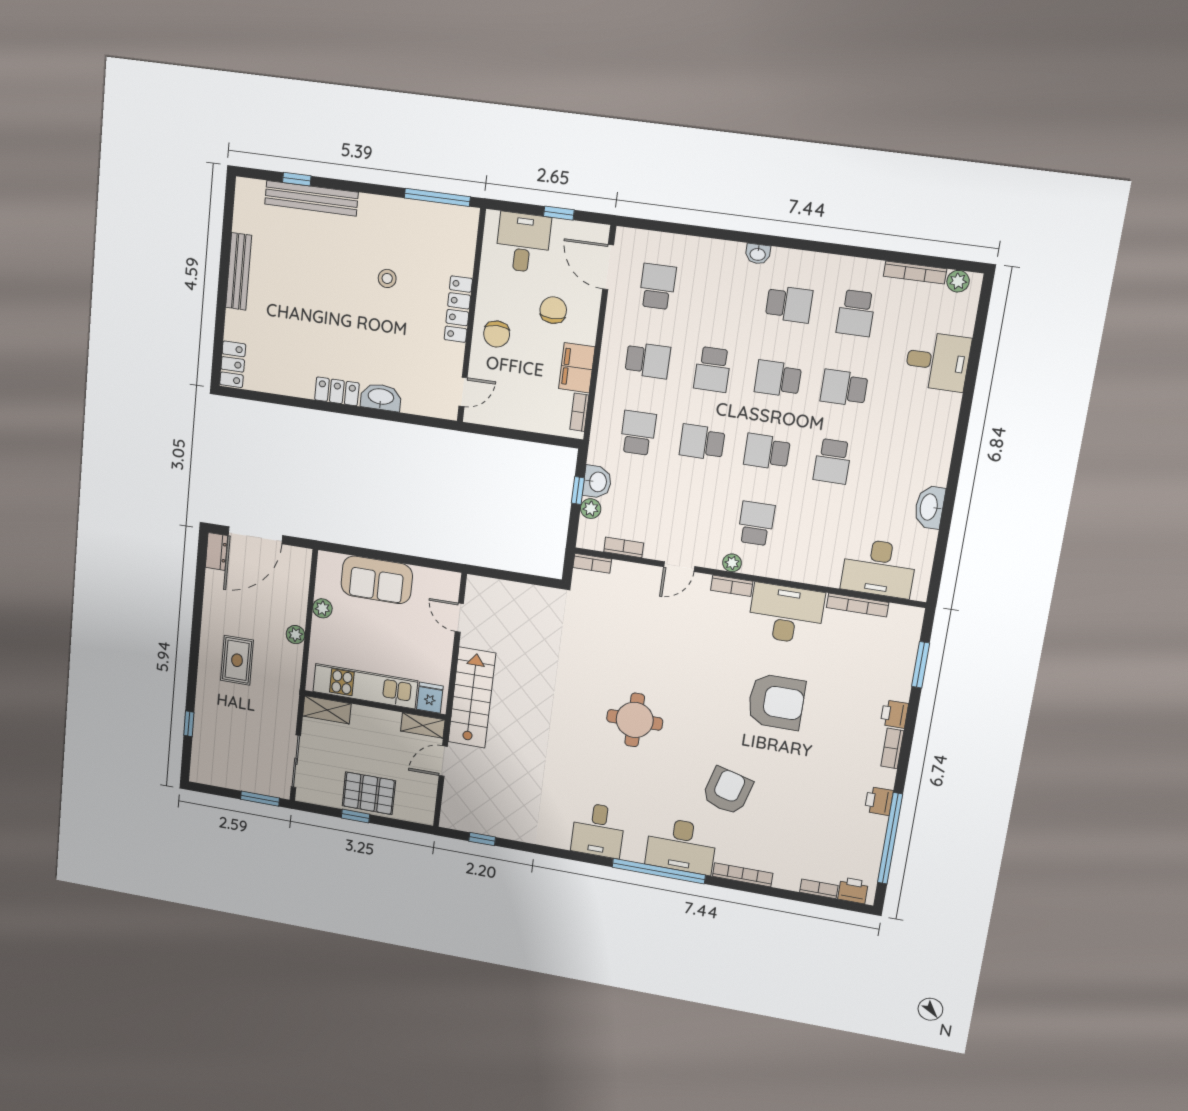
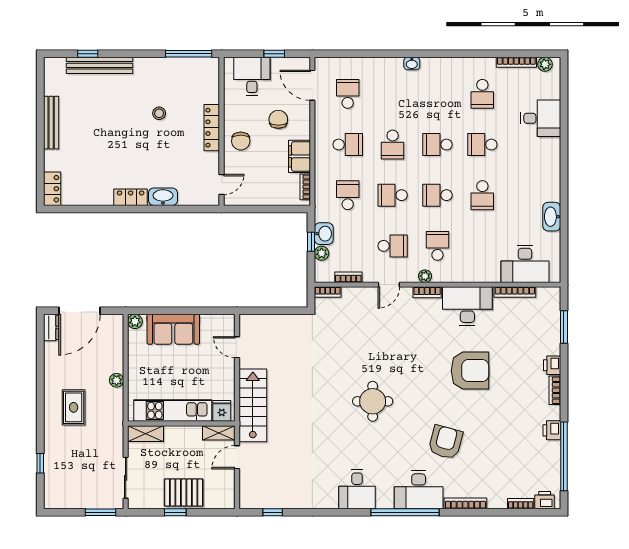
school desk: (789, 304) -> (393, 246), moved
plant: (322, 608) -> (135, 321), moved

